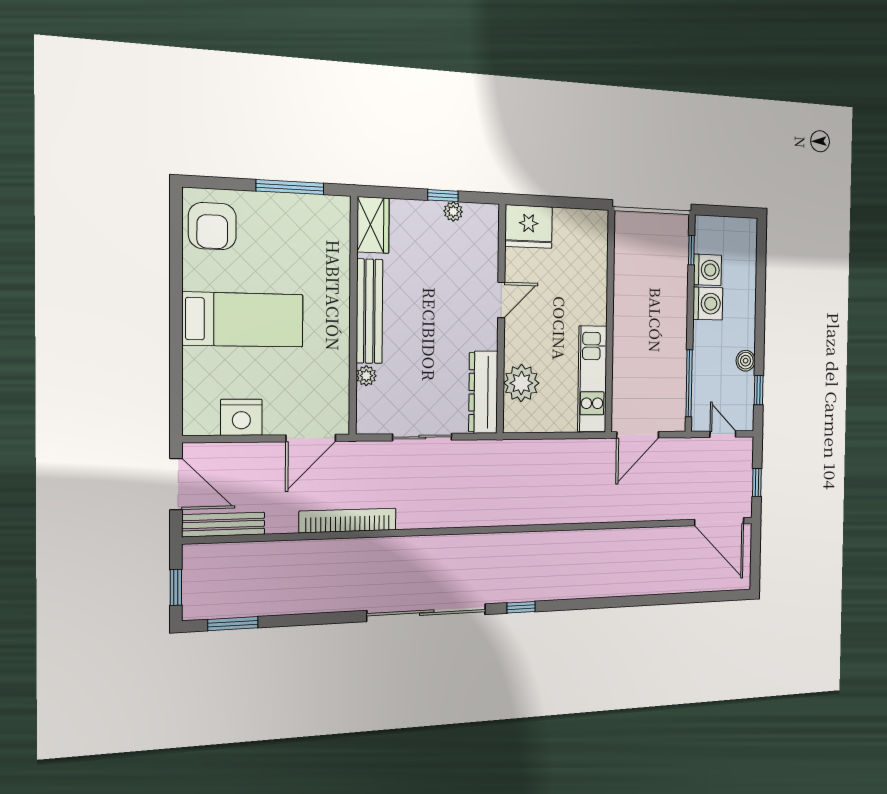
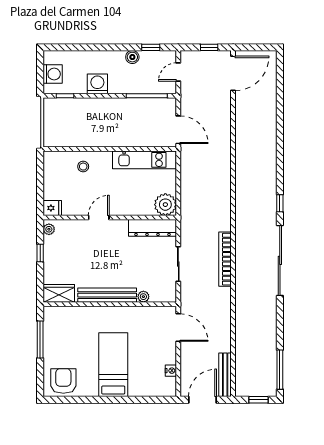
plant: (453, 211) -> (49, 229), moved
armchair: (212, 226) -> (63, 381), turned -90
fridge: (529, 227) -> (52, 208), width x0.53, depth x0.75
washing machine: (708, 270) -> (53, 74), moved, turned 90
stool: (583, 276) -> (83, 167), added
door: (501, 300) -> (99, 218), hinge flipped
plant: (521, 383) -> (165, 205), moved
nightstand: (241, 417) -> (171, 371), width x0.53, depth x0.56
bookcase: (348, 520) -> (225, 259), moved
window: (233, 624) -> (280, 370), width x1.44

